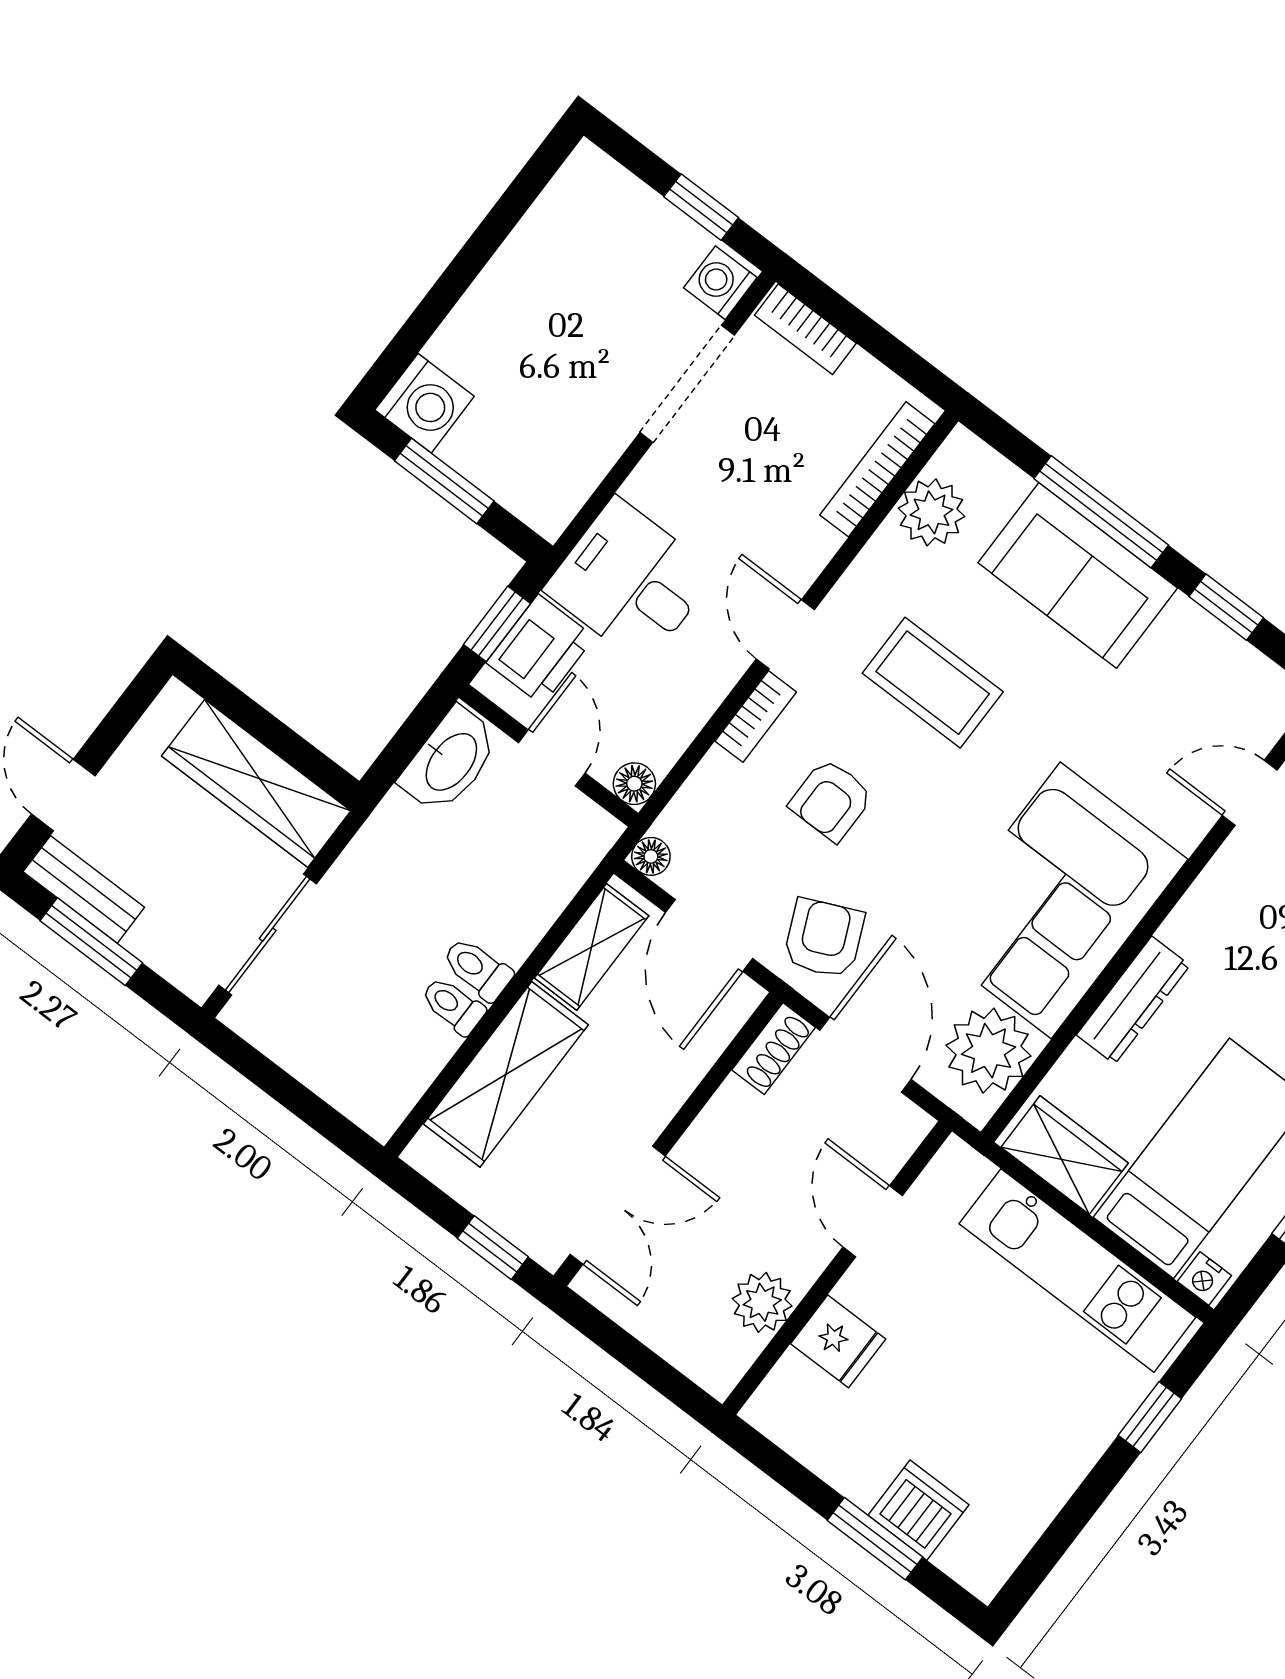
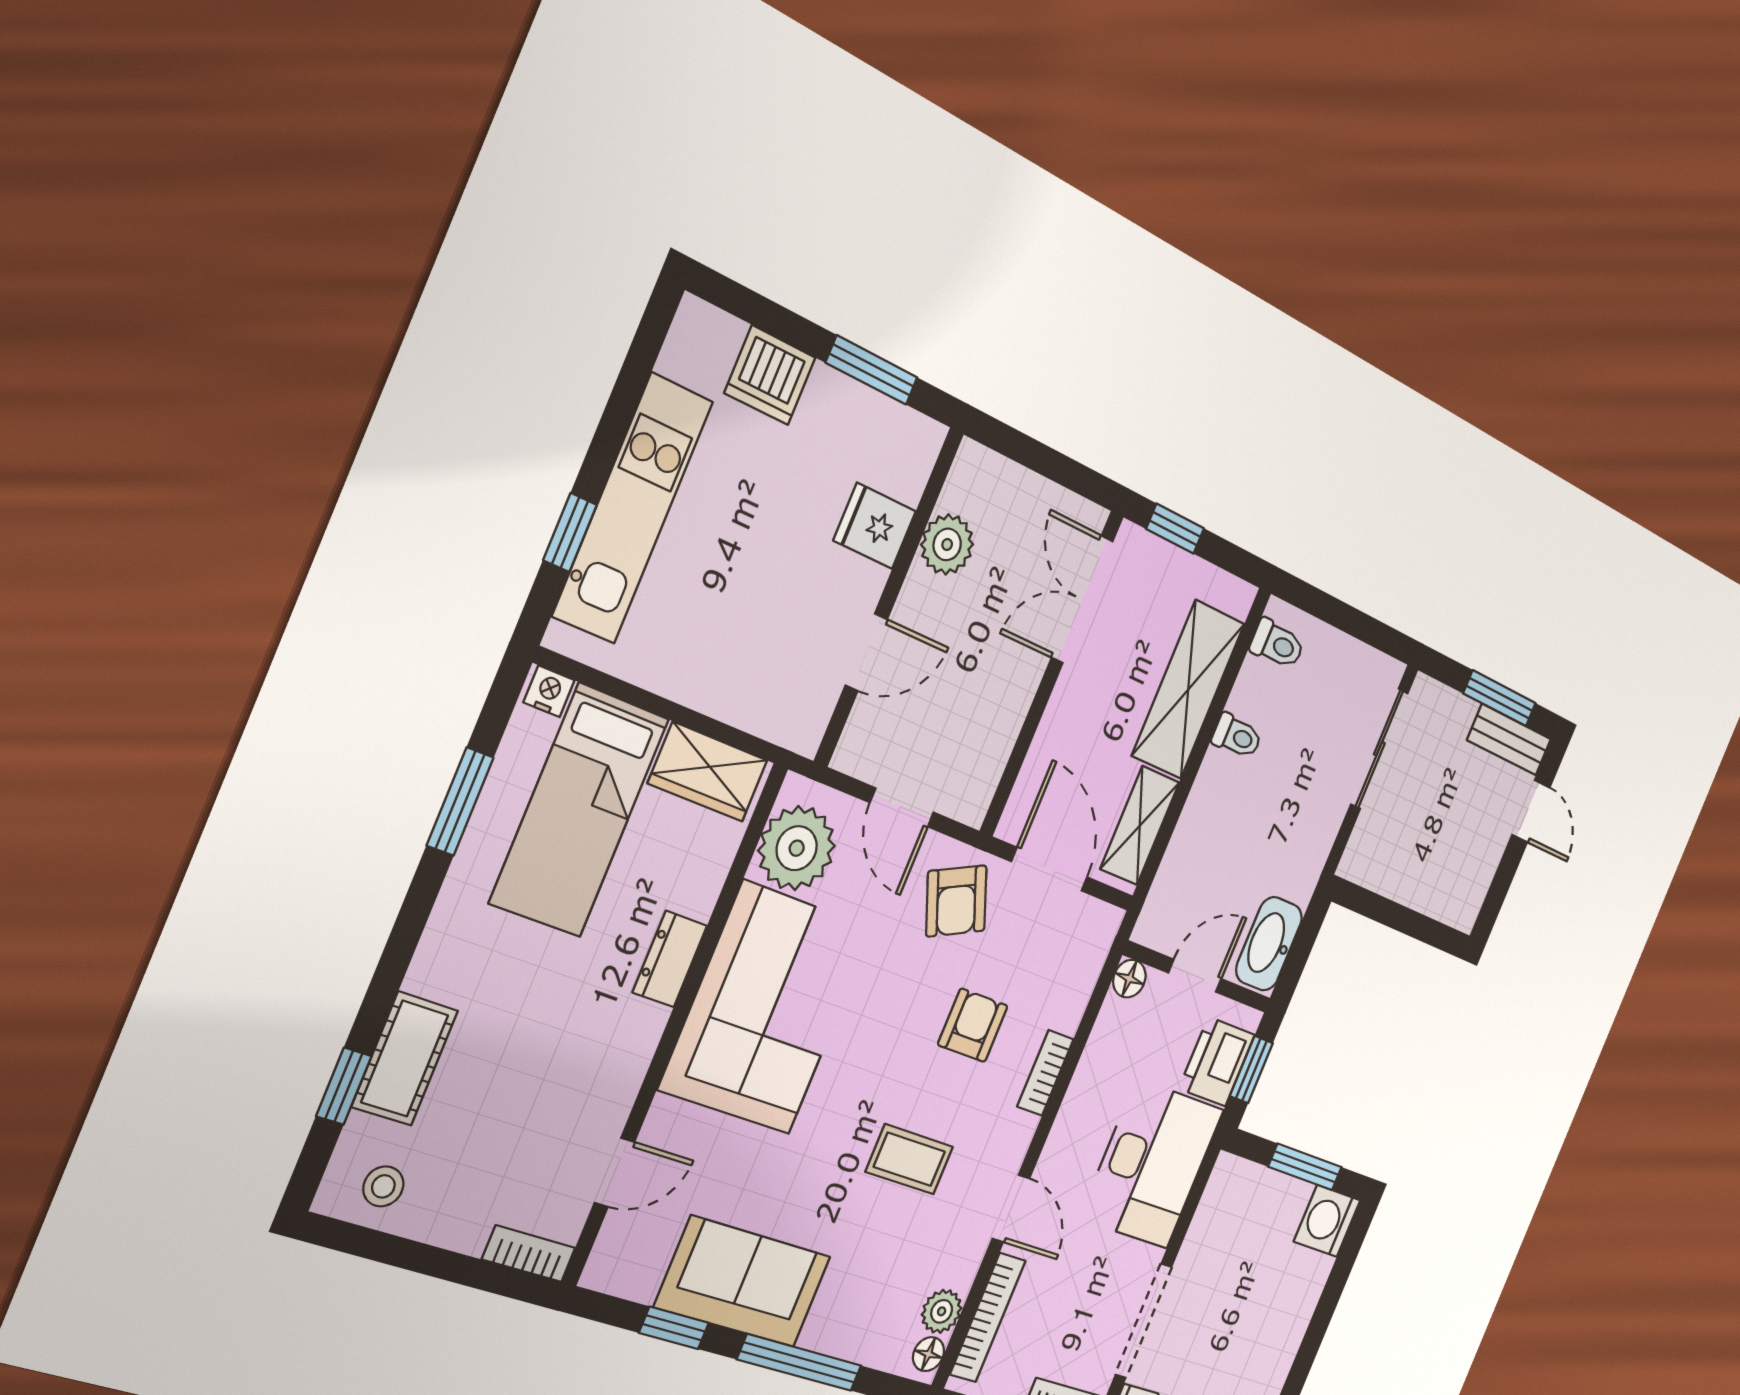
plant: (931, 512) -> (942, 1311), width x0.73, depth x0.73
sofa: (1078, 575) -> (743, 1282), moved
desk: (630, 581) -> (1152, 1164), width x1.37
door: (785, 634) -> (1011, 1209), moved
coffee table: (933, 683) -> (909, 1159), width x0.73, depth x0.77
door: (552, 758) -> (1195, 976), swing flipped
wardrobe: (256, 783) -> (1403, 871), removed
floor lamp: (651, 856) -> (928, 1354), moved
toilet: (477, 969) -> (1277, 644), moved
dresser: (1133, 1000) -> (670, 959), width x0.70
shoe rack: (774, 1049) -> (980, 786), removed
door: (865, 1055) -> (902, 807), width x0.73
door: (873, 1221) -> (866, 652), hinge flipped
kitchen unit: (1077, 1270) -> (633, 509), moved, turned 90
window: (875, 1539) -> (872, 370), moved

